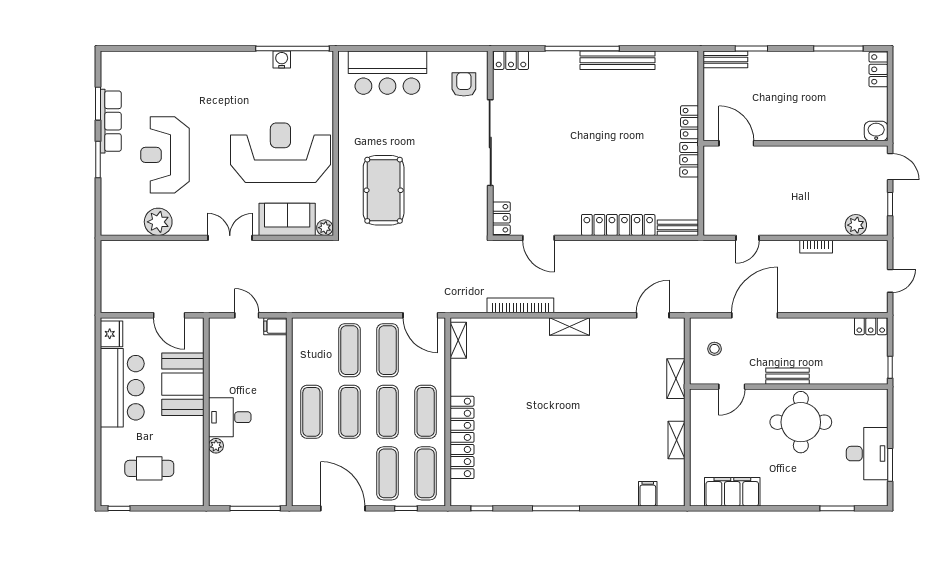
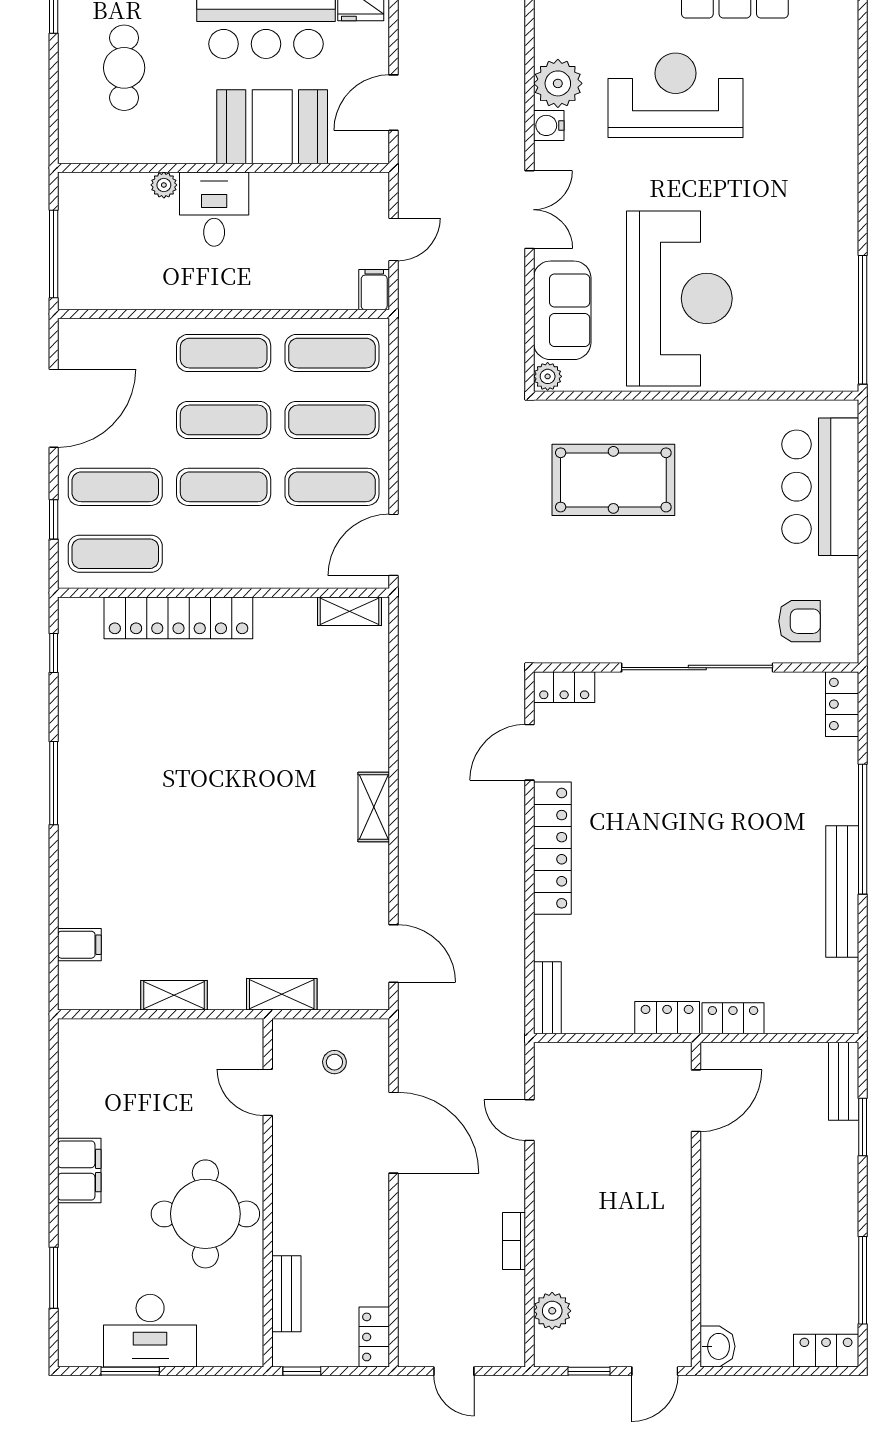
water cooler: (282, 59) -> (549, 125), moved, turned 180
locker: (618, 225) -> (552, 848), moved
bookcase: (520, 305) -> (411, 721), removed
bench: (787, 376) -> (286, 1294), moved
exercise mat: (426, 412) -> (332, 353), moved
filing cabinet: (732, 492) -> (79, 1171), moved, width x0.67, depth x0.86

